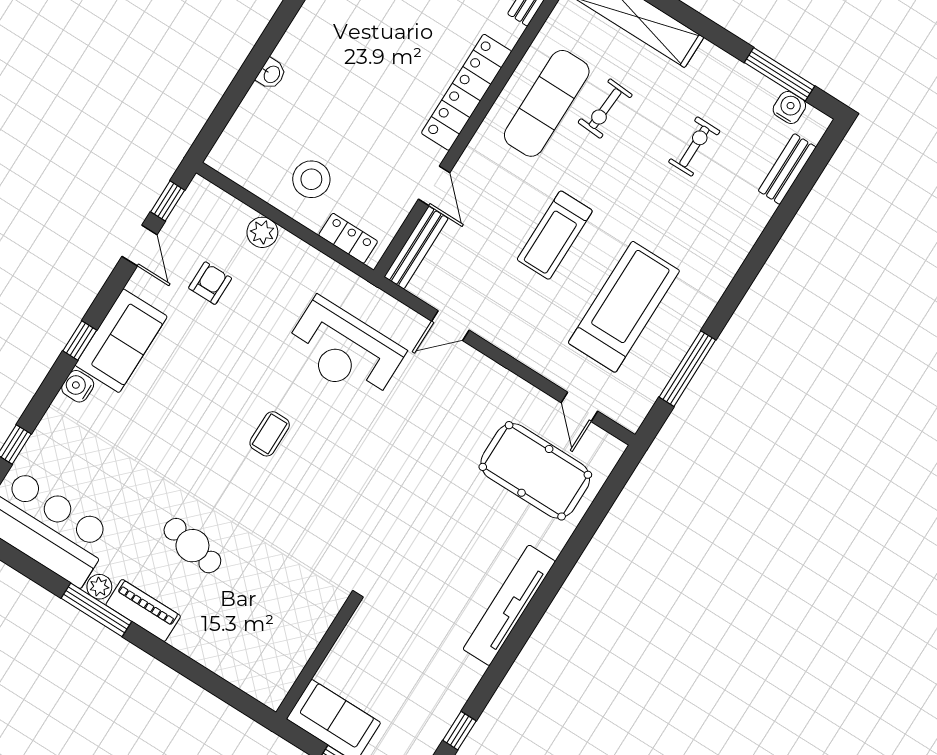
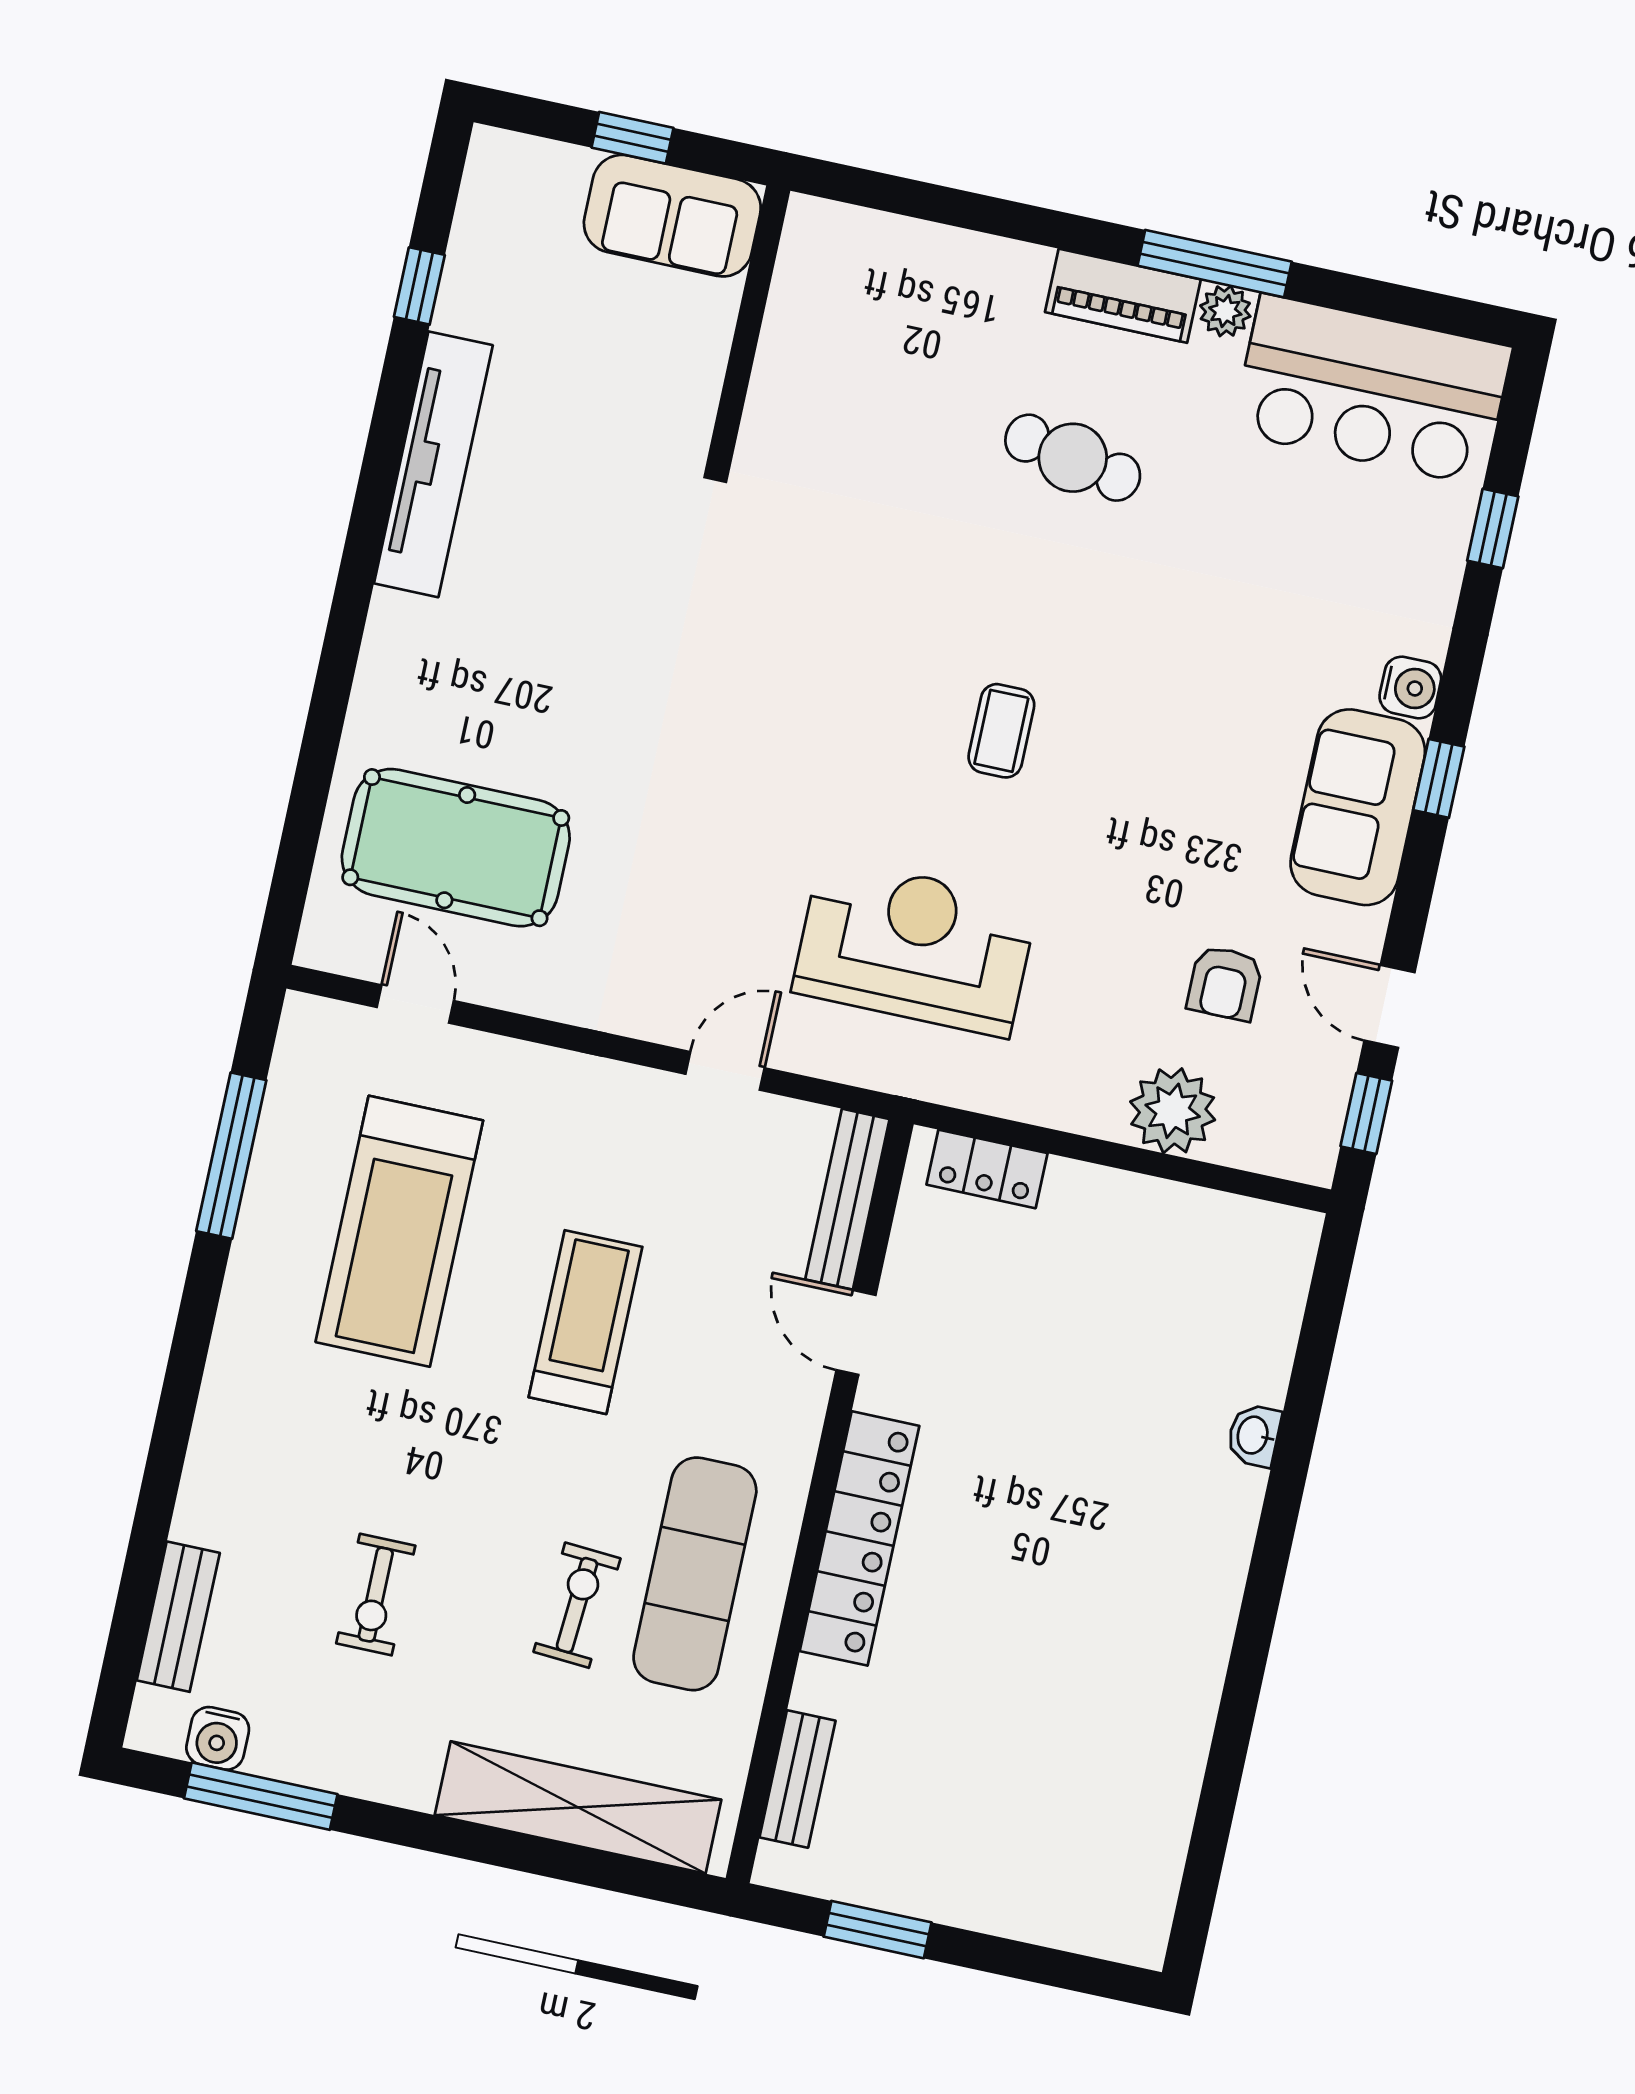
stool: (311, 179) -> (1101, 1258), removed
plant: (262, 232) -> (1173, 1111), width x1.36, depth x1.36
tv unit: (509, 605) -> (433, 464), moved

